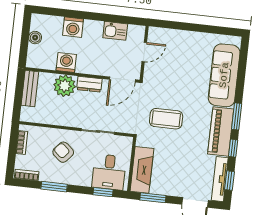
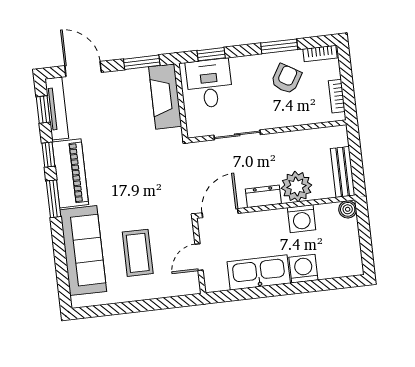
kitchen sink: (115, 31) -> (259, 272), width x1.88, depth x1.24
boiler: (35, 38) -> (348, 209), moved
coffee table: (166, 119) -> (138, 253), moved, turned 90
armchair: (63, 152) -> (286, 79), moved, turned -100

